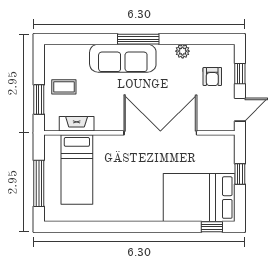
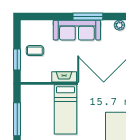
fireplace: (77, 124) -> (64, 77), moved
bed: (77, 169) -> (65, 109), moved

